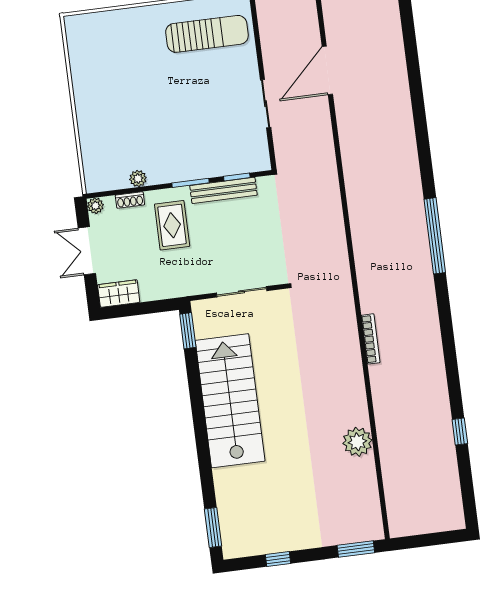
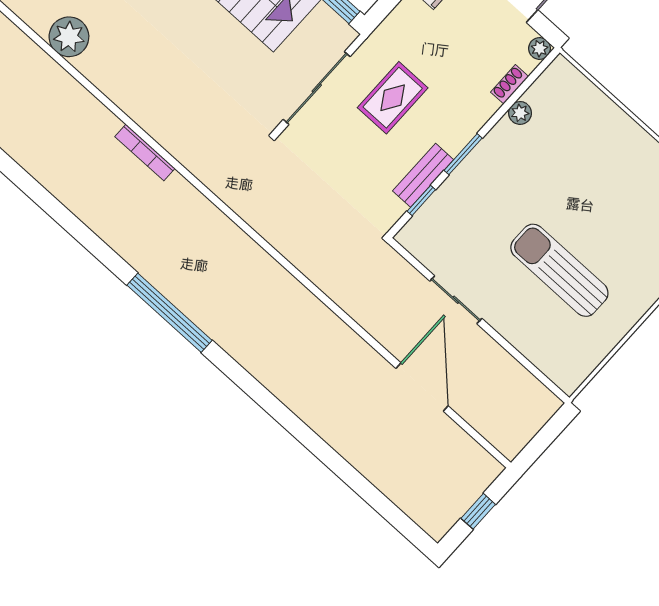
sun lounger: (207, 34) -> (559, 270), moved, turned 90
bench: (223, 190) -> (423, 175), width x0.73
rug: (172, 225) -> (393, 98), moved, turned 90
sliding door: (242, 292) -> (317, 88), width x1.37

